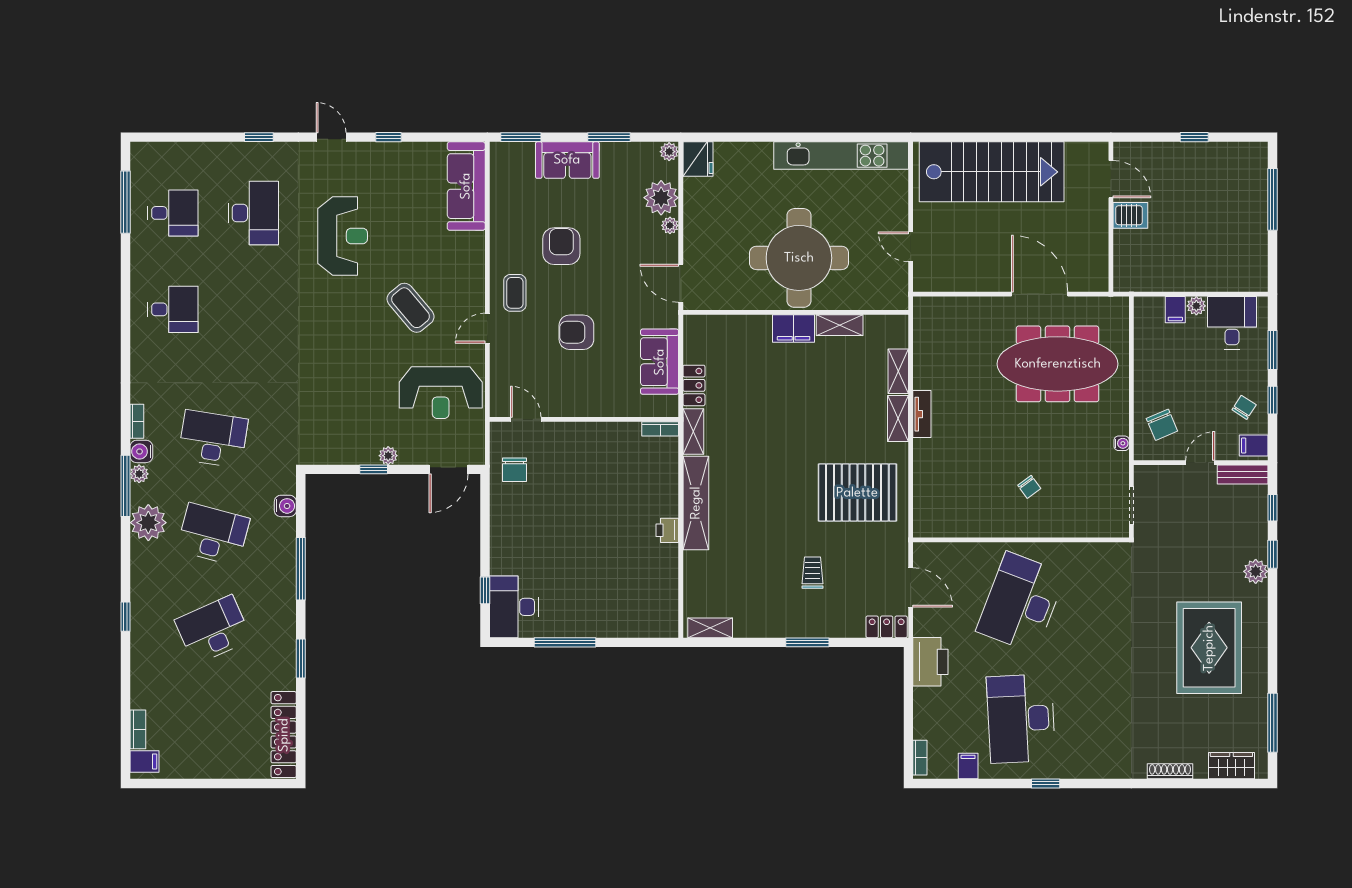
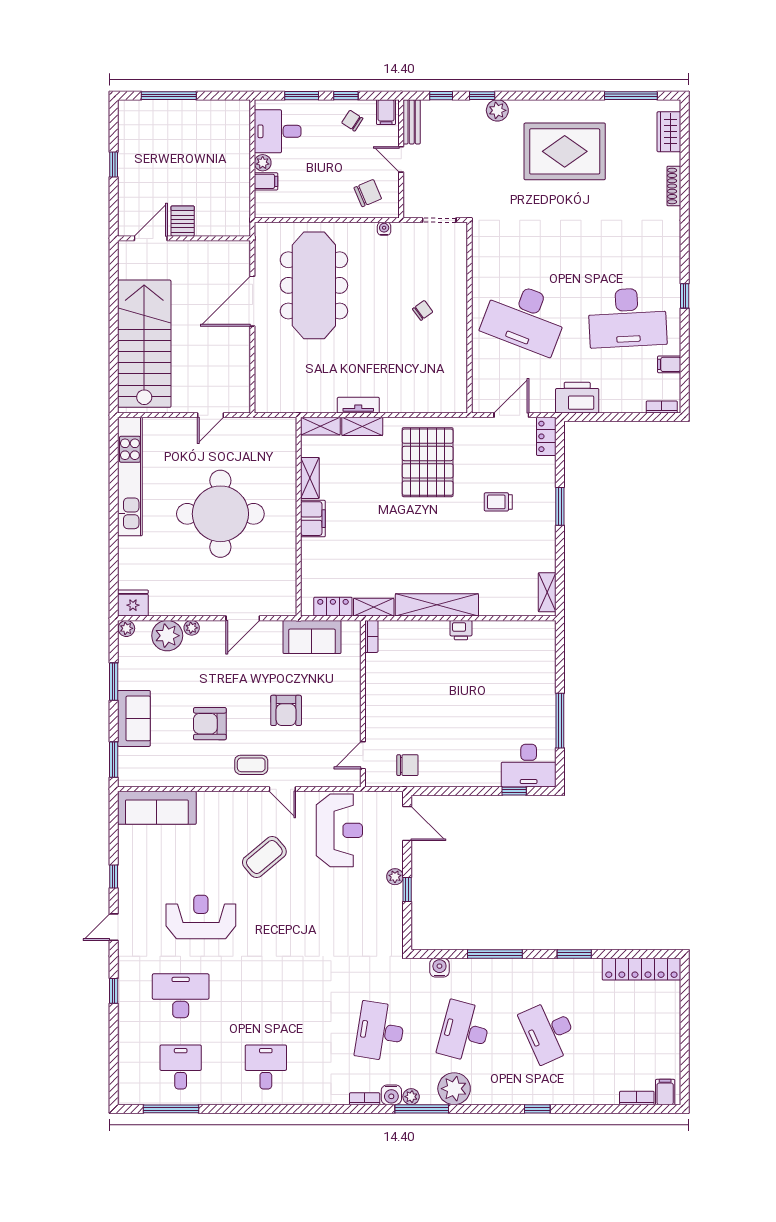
wall: (796, 312) -> (299, 517), moved
shelving: (840, 325) -> (310, 478), moved
filing cabinet: (794, 329) -> (313, 519), moved

